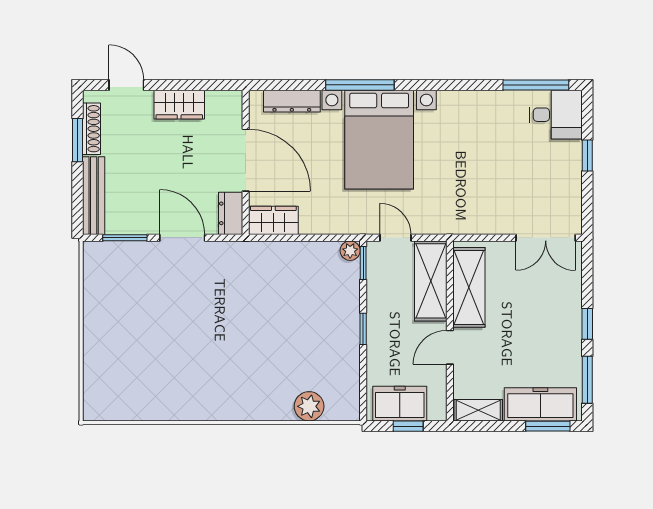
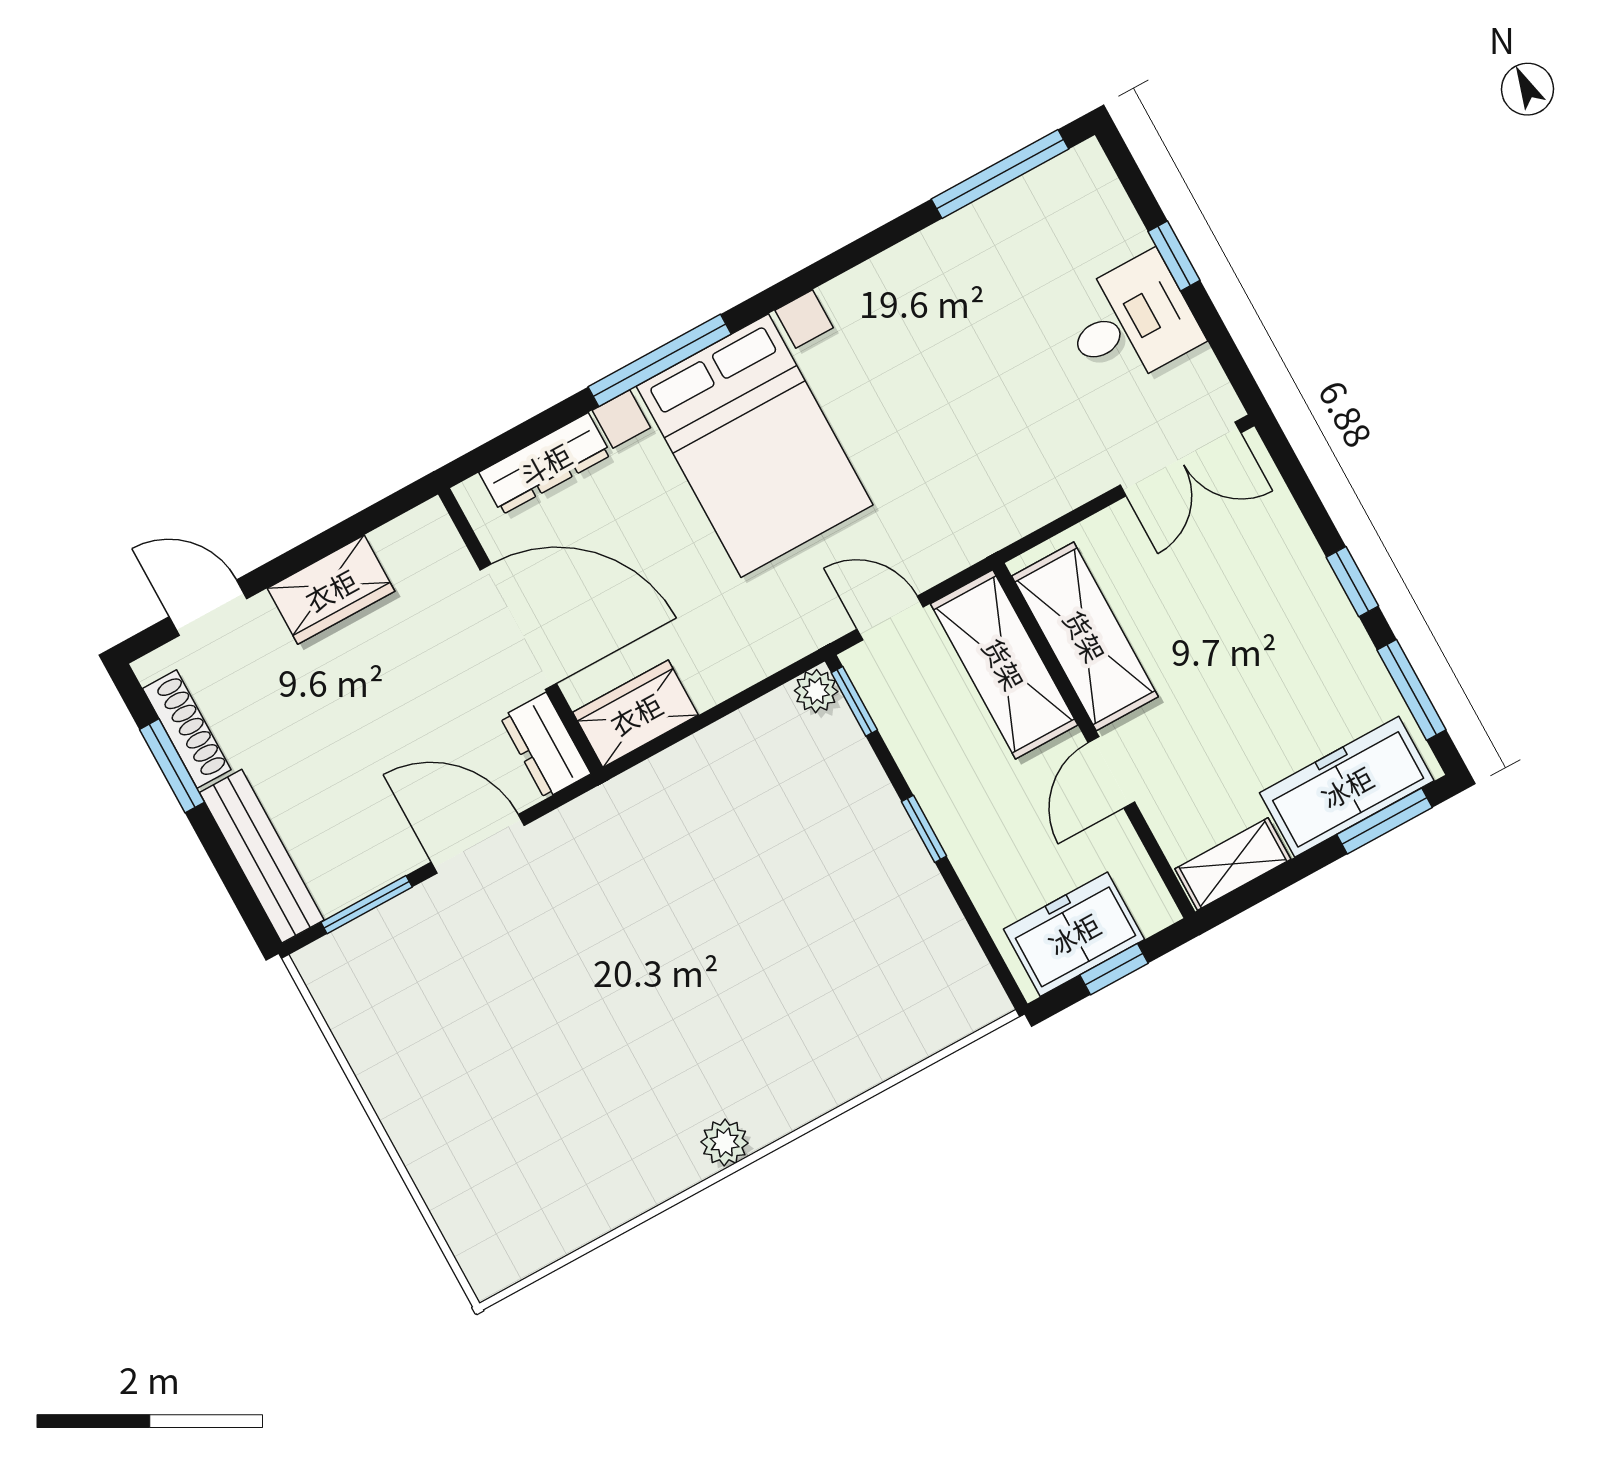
desk: (556, 115) -> (1131, 322), moved
plant: (309, 406) -> (725, 1143), moved, width x0.73, depth x0.73

